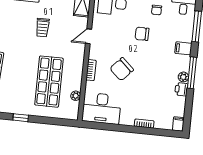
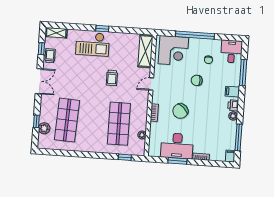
window: (192, 73) -> (239, 137), moved
printer: (181, 89) -> (233, 105), moved
desk: (102, 108) -> (177, 146), moved
window: (21, 118) -> (125, 157), moved
window: (116, 128) -> (177, 161), added

